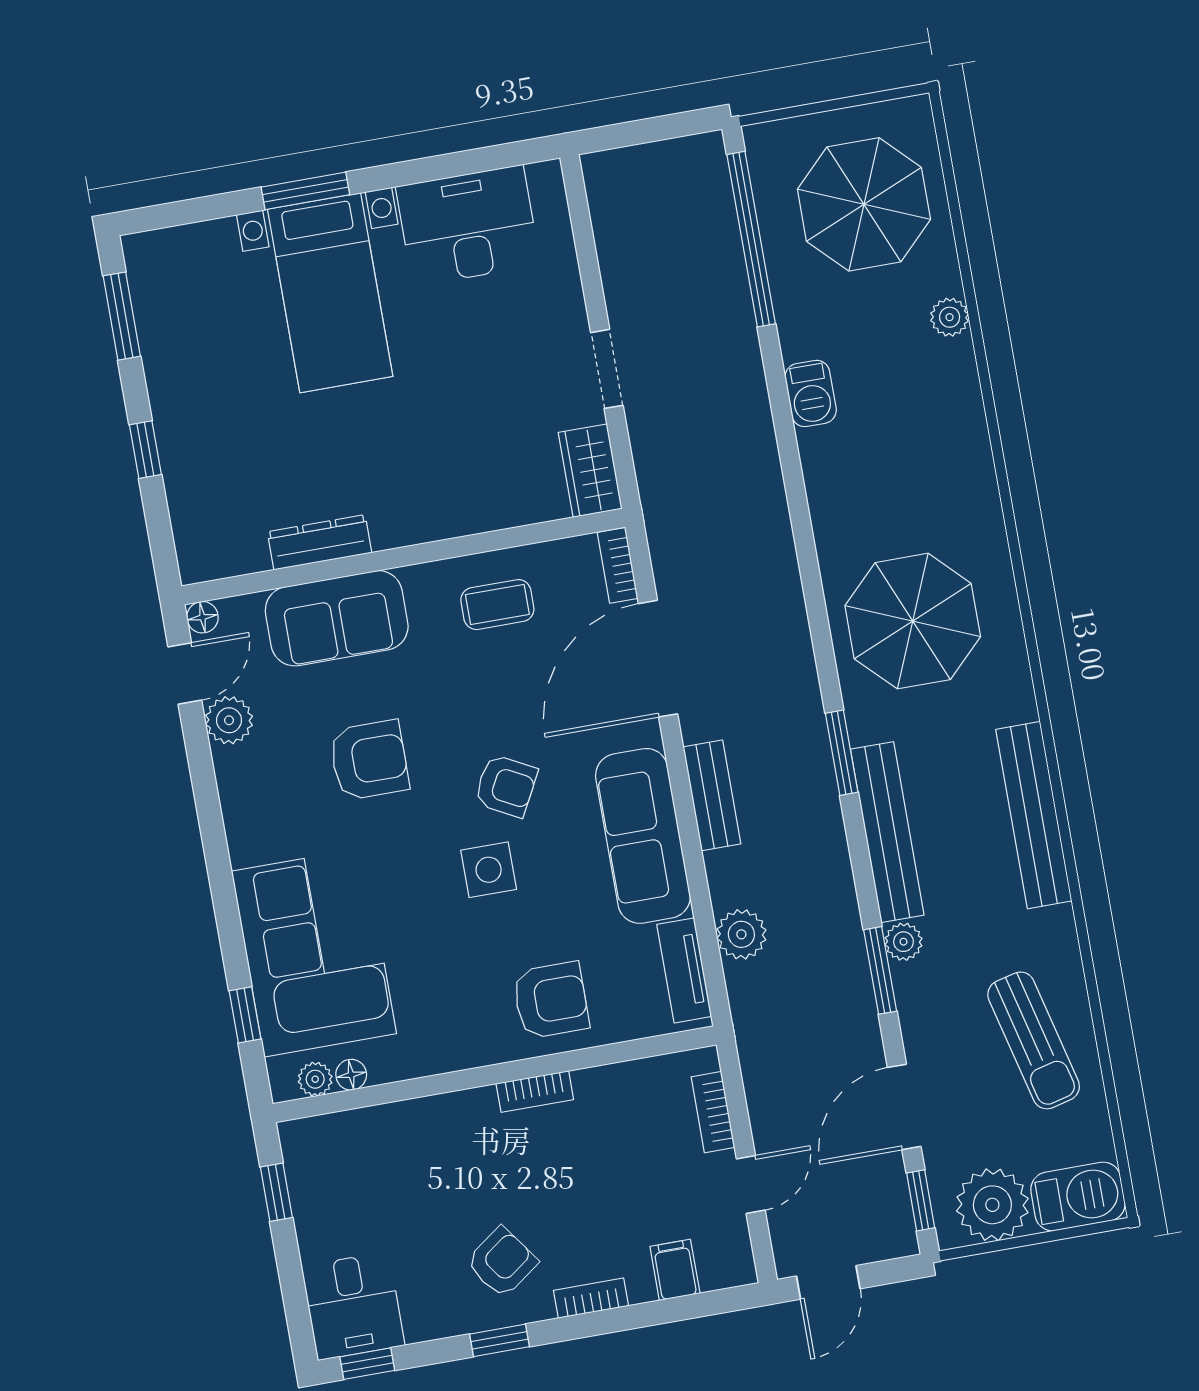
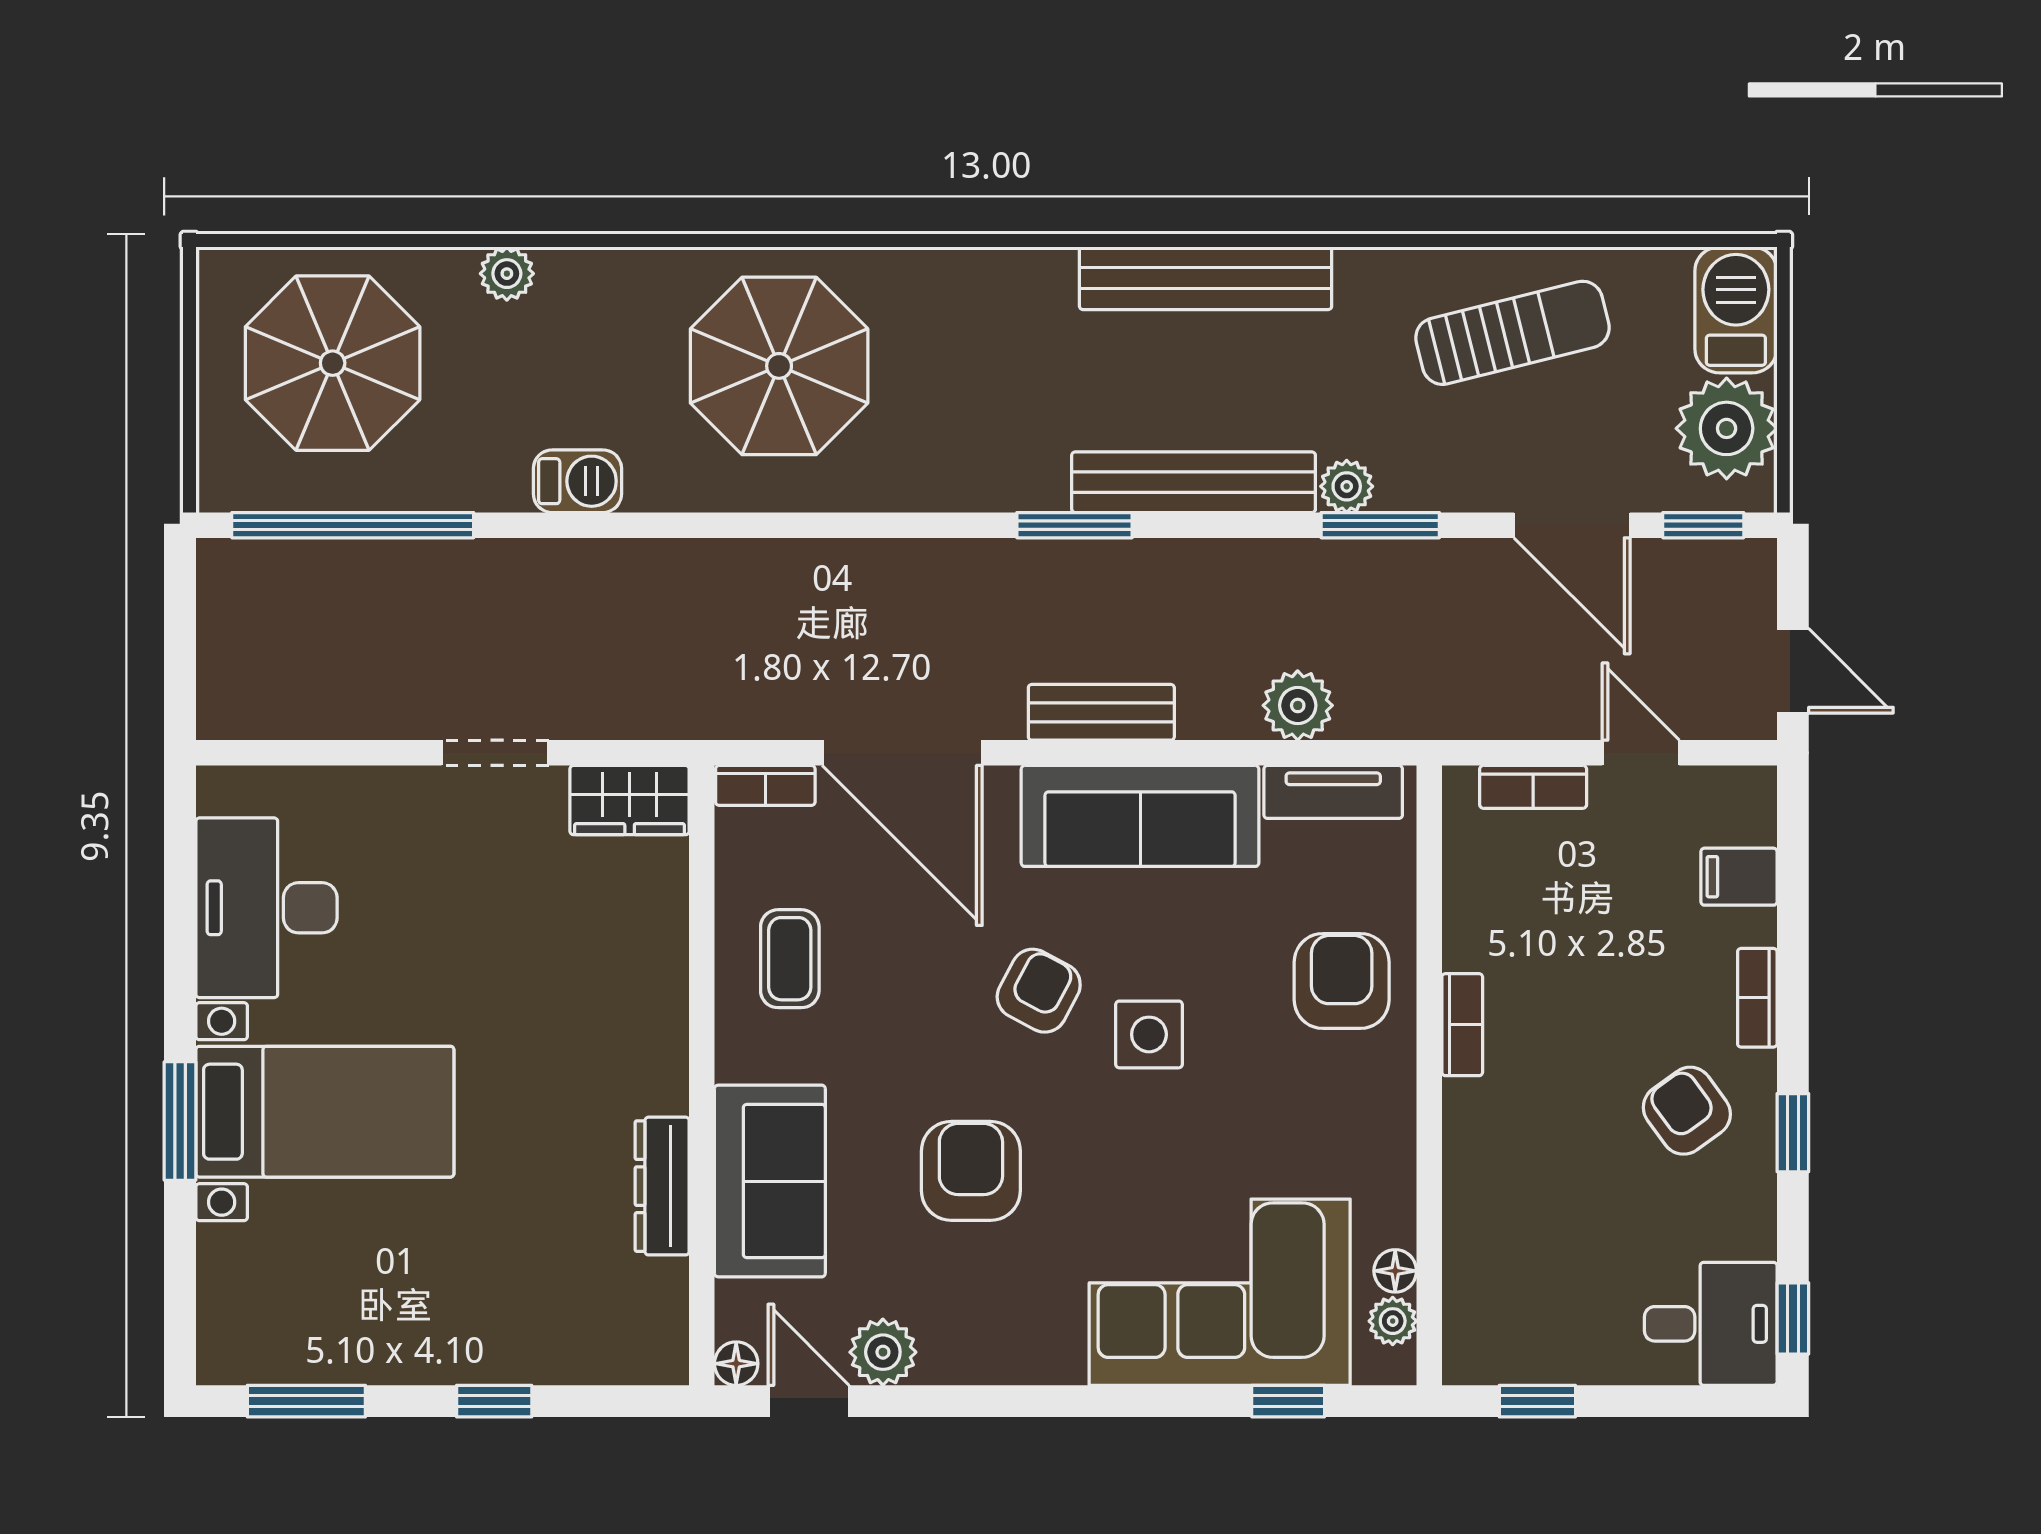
parasol: (913, 621) -> (779, 366), moved

